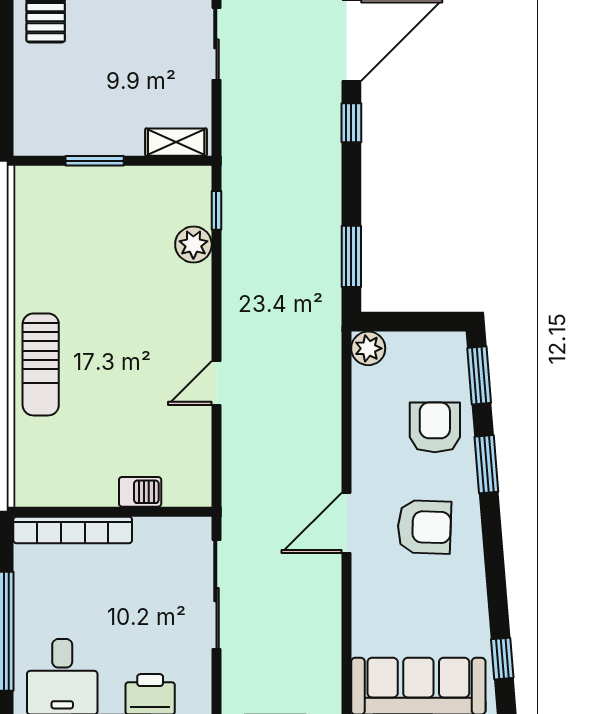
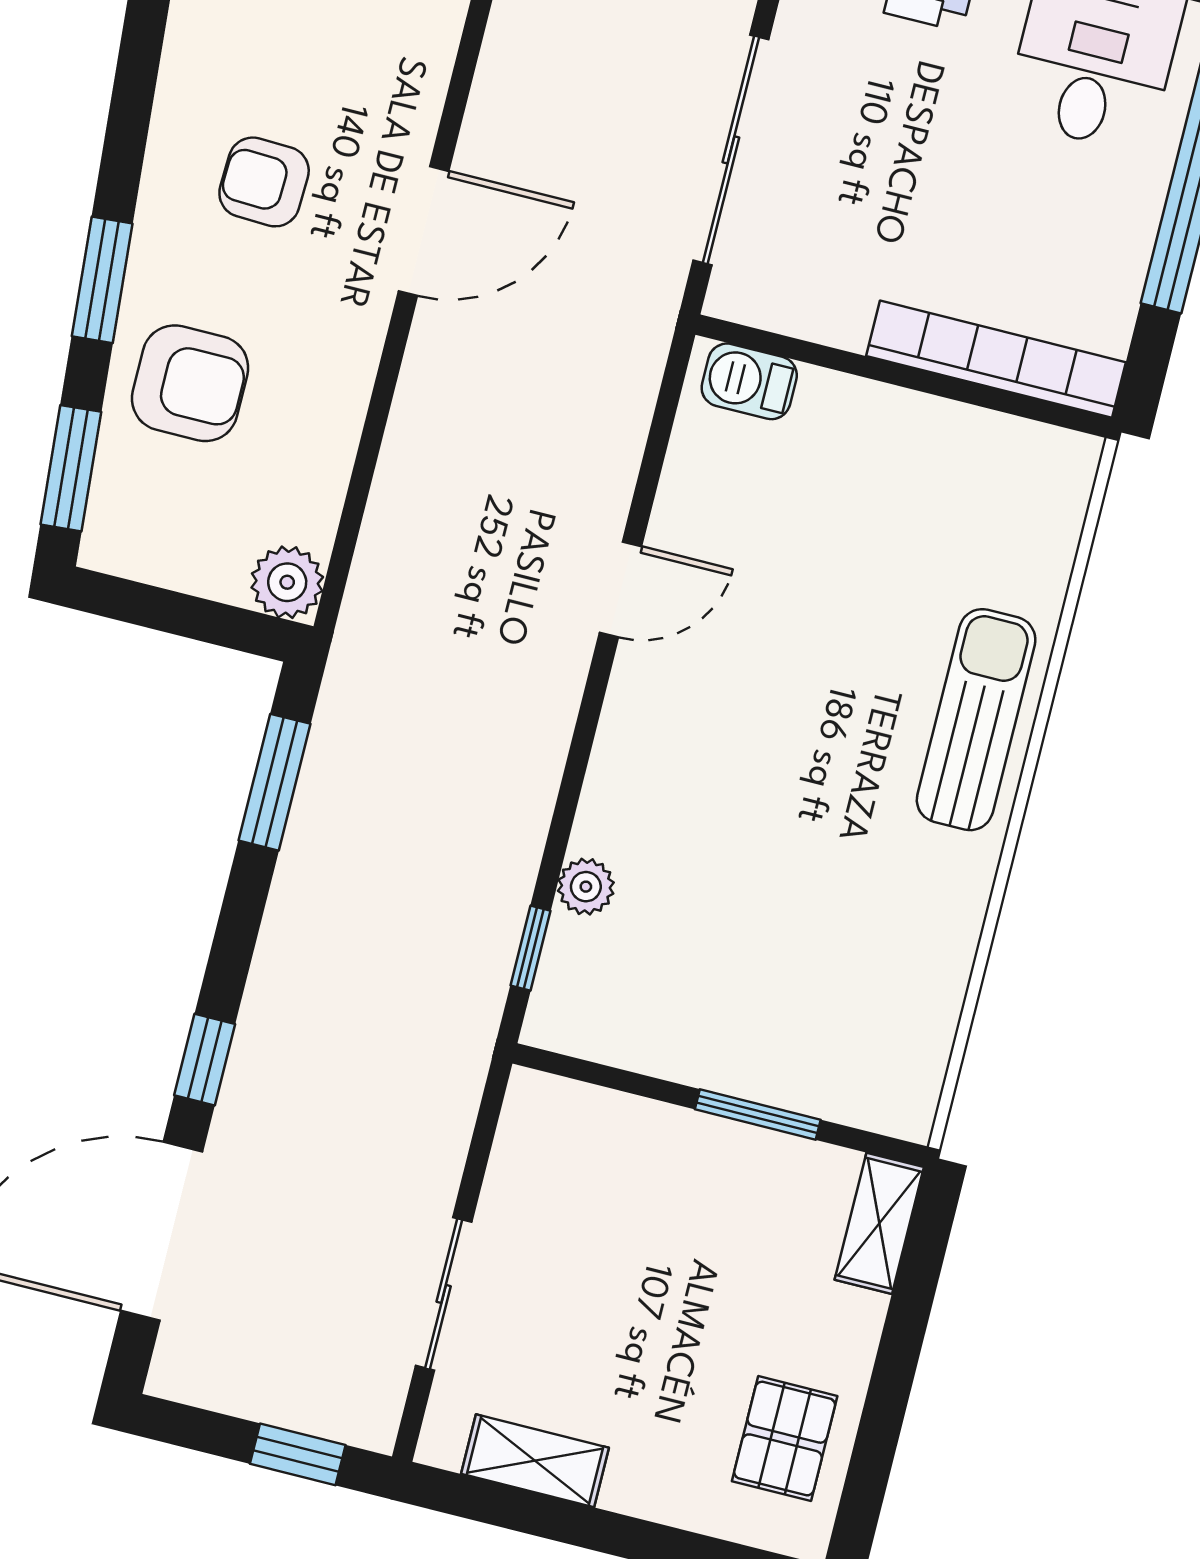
shelving: (176, 142) -> (879, 1223), moved, turned 90
plant: (193, 244) -> (586, 887), width x0.73, depth x0.73
armchair: (435, 427) -> (190, 383), turned -90
barbecue: (140, 492) -> (749, 381), moved
armchair: (424, 527) -> (264, 182), width x0.72, depth x0.72

